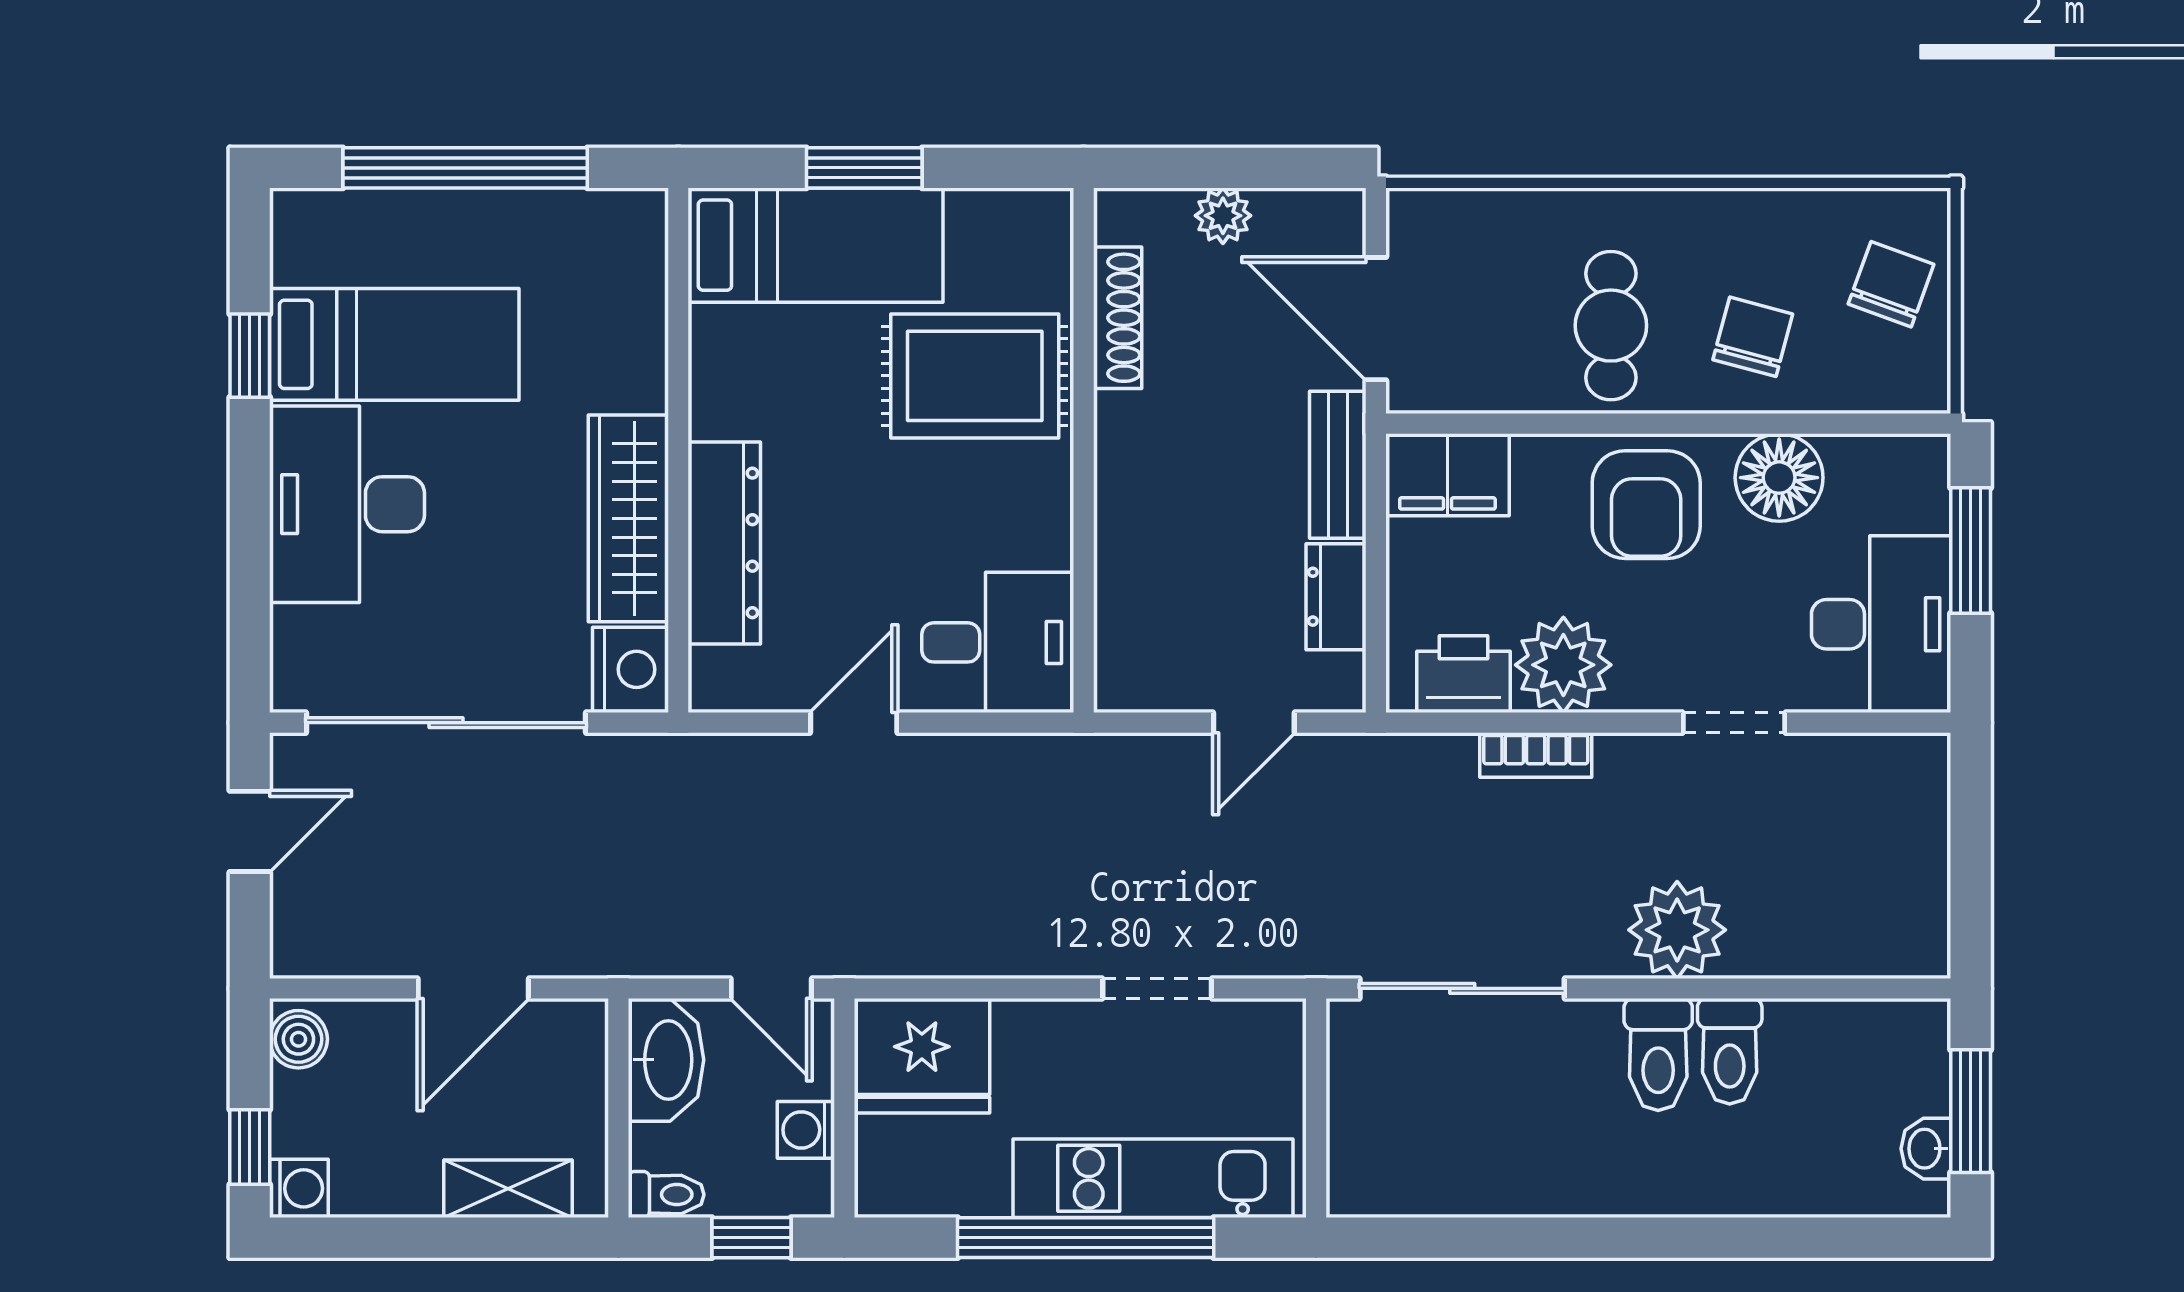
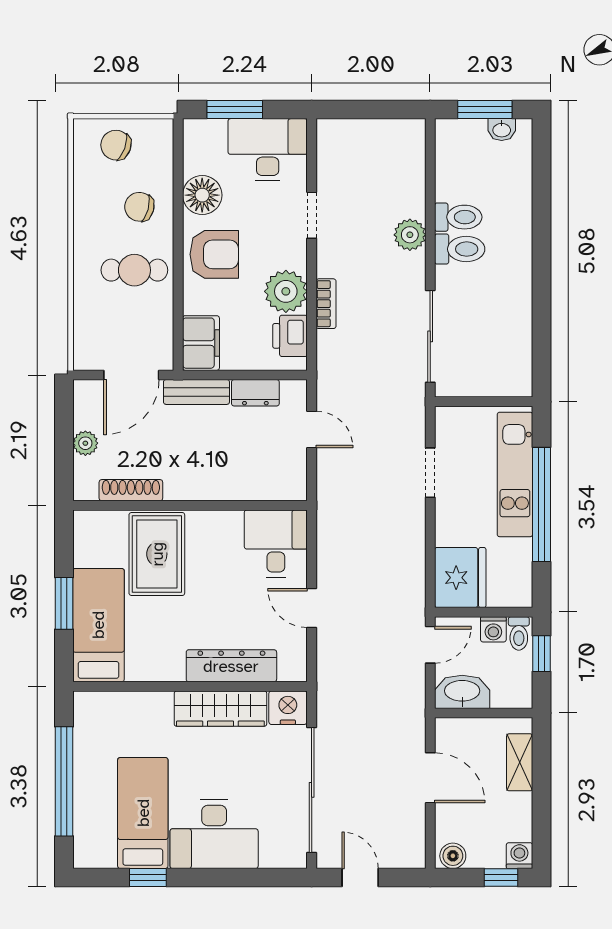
plant: (1677, 930) -> (410, 235), width x0.73, depth x0.73
toilet: (666, 1195) -> (519, 633), moved, turned 180

